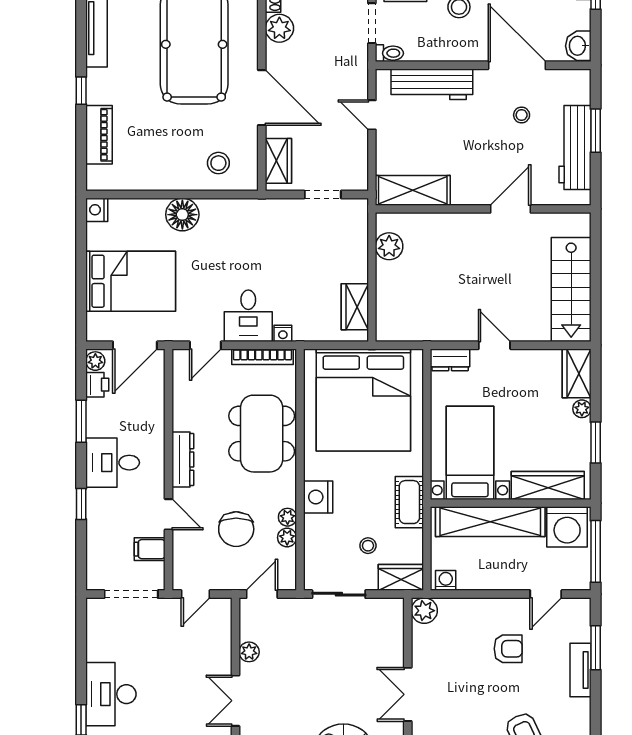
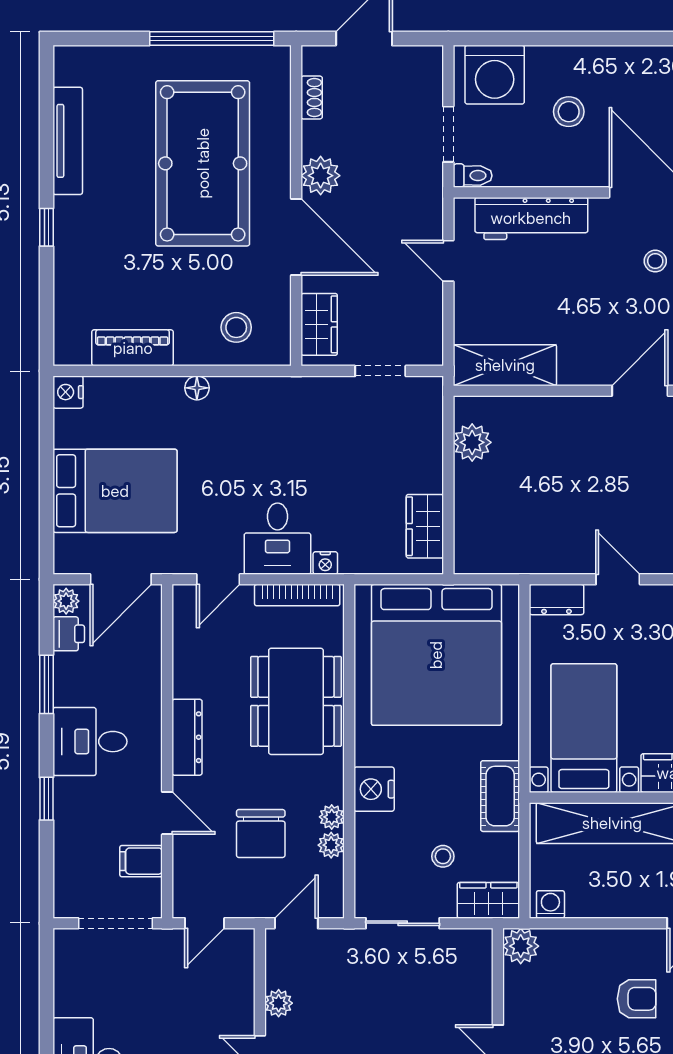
plant: (279, 28) -> (321, 176), moved
piano: (99, 135) -> (133, 348), moved, turned -90
floor lamp: (182, 215) -> (197, 388), width x0.53, depth x0.53

